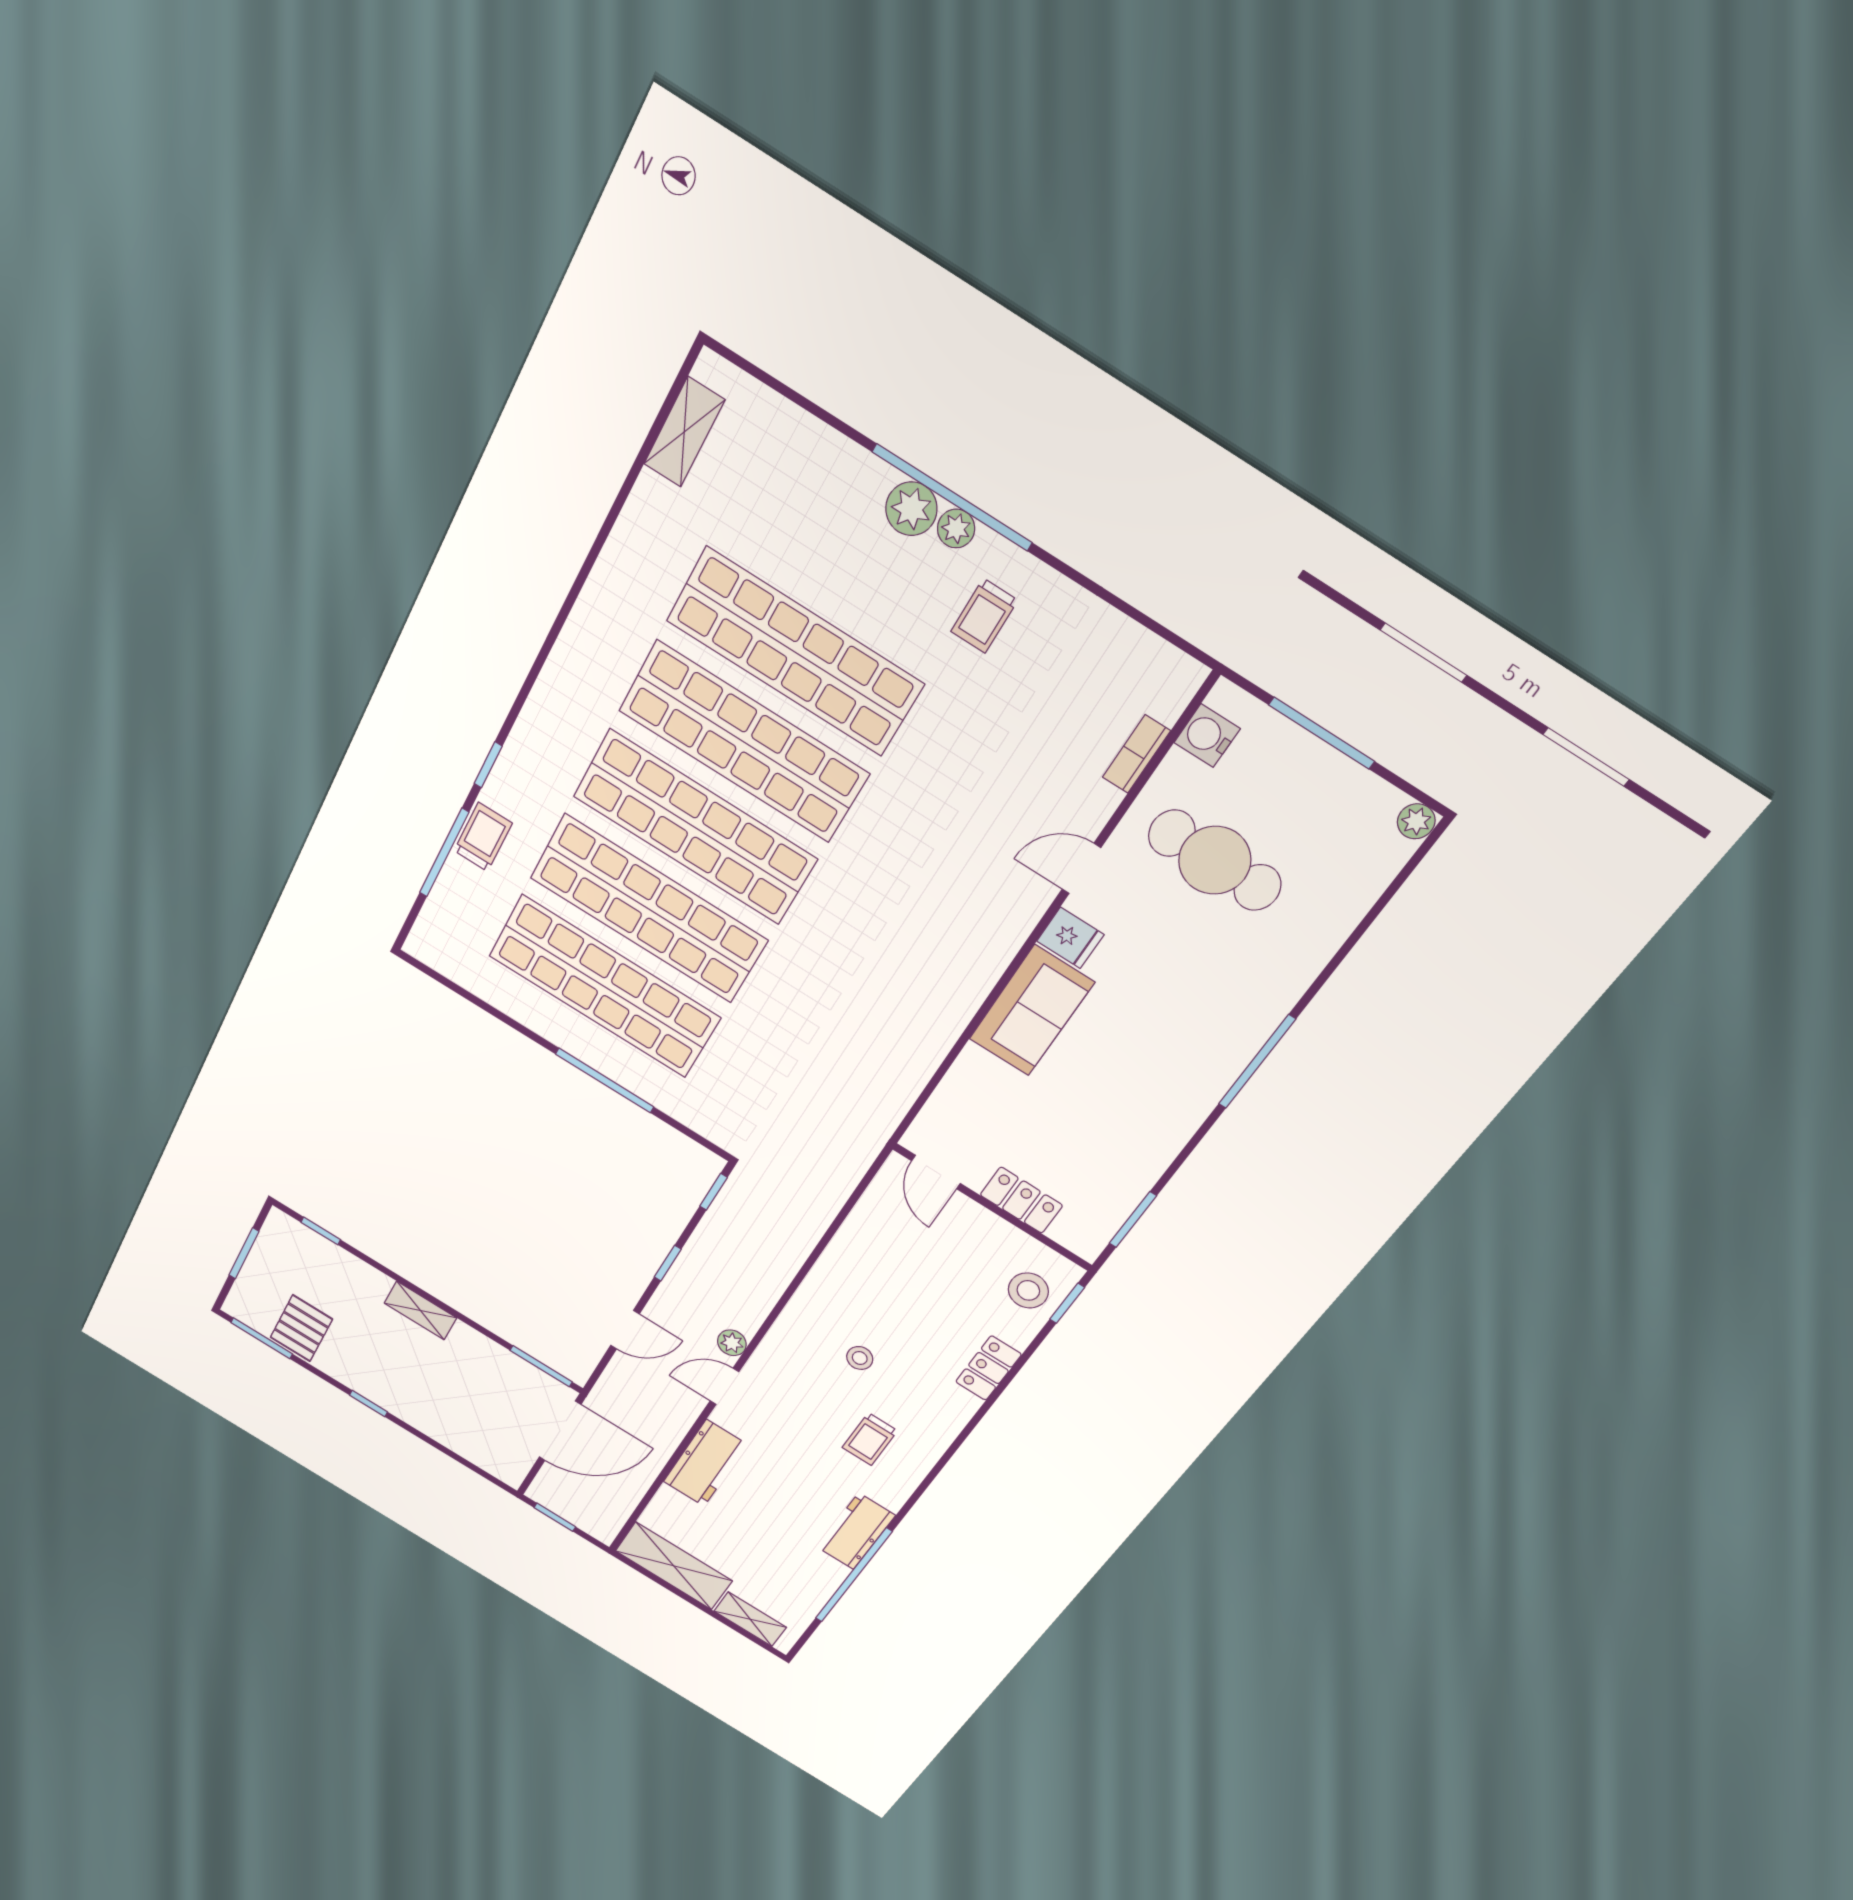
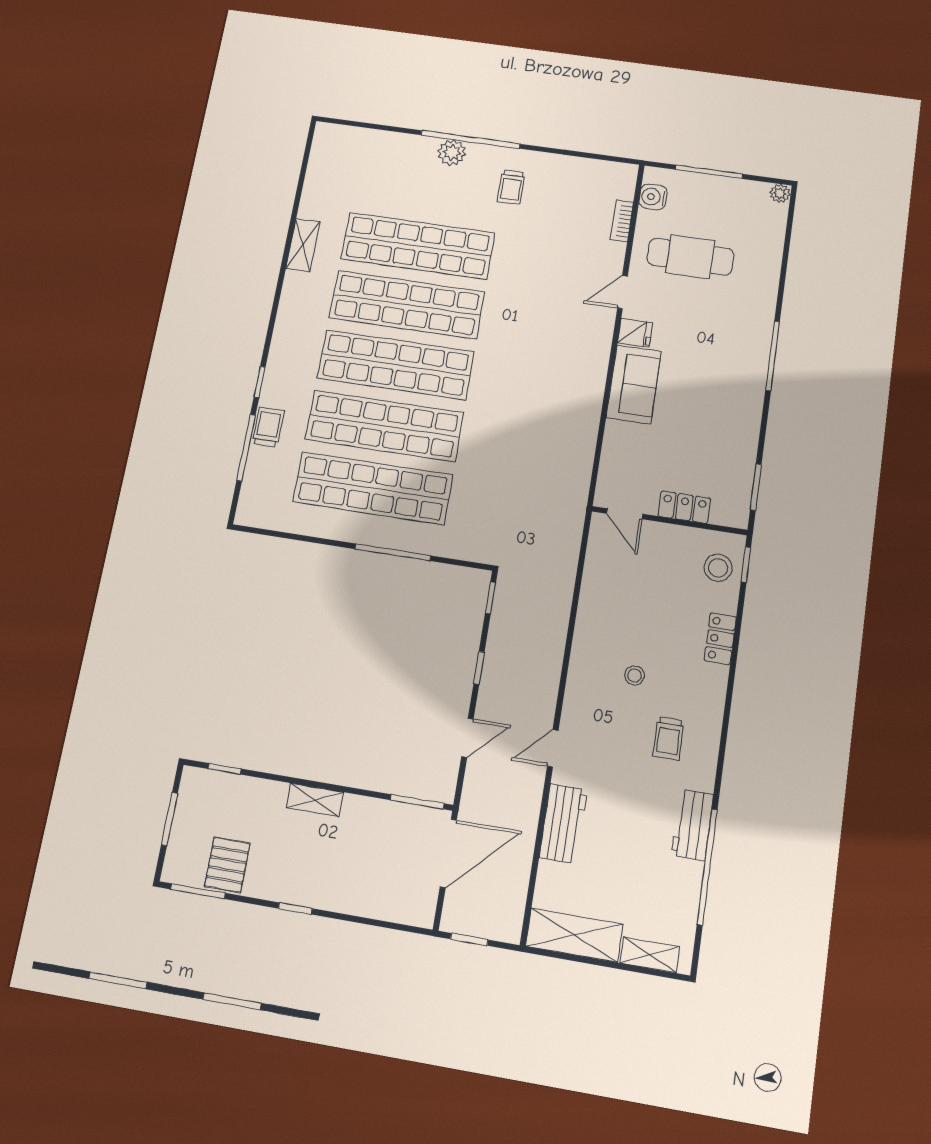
shelving: (684, 432) -> (303, 245), moved
plant: (956, 529) -> (479, 153), removed
plant: (732, 1343) -> (545, 709), removed

